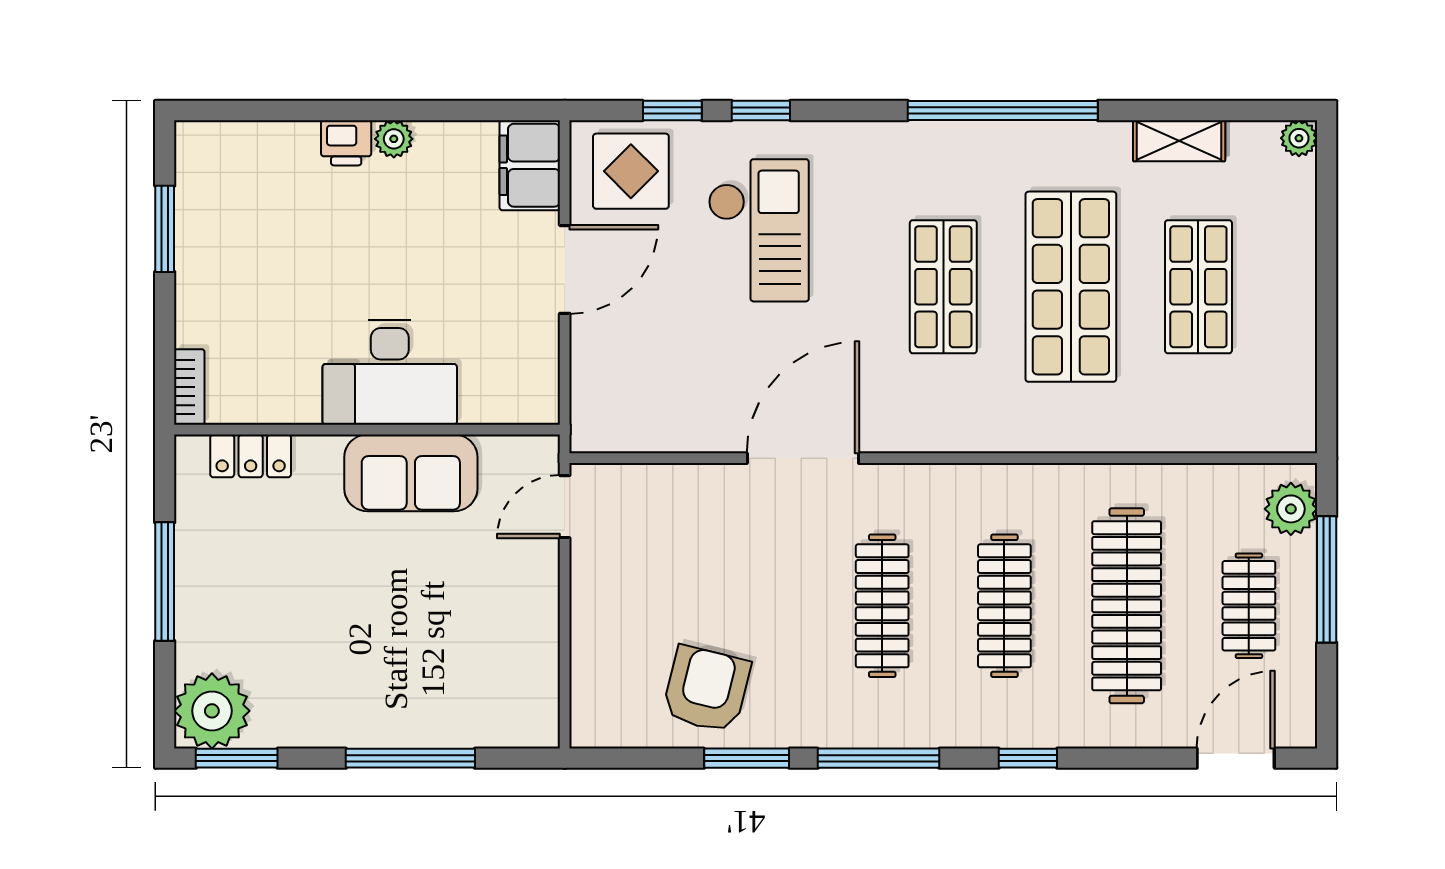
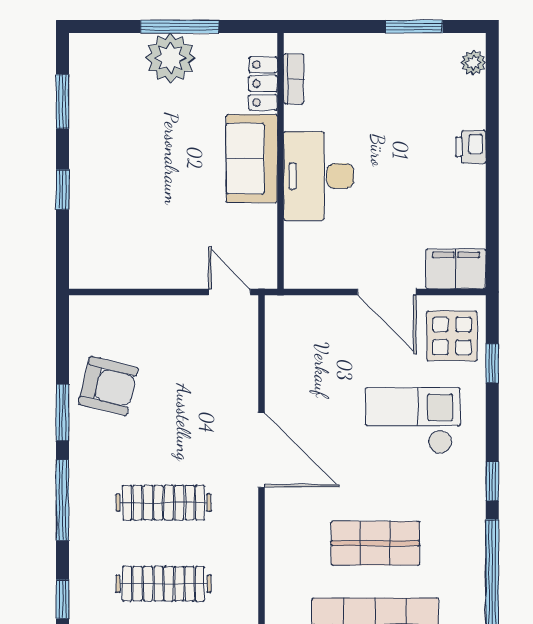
window: (761, 111) -> (492, 481), moved
plant: (394, 139) -> (473, 63), moved
checkout: (759, 230) -> (413, 421), turned 180
bookcase: (189, 387) -> (294, 79), moved, turned -90
sofa: (411, 473) -> (252, 159), moved
plant: (212, 711) -> (170, 58), moved
window: (237, 758) -> (62, 101), moved
window: (410, 758) -> (62, 190), width x0.46

